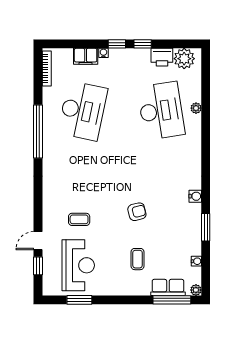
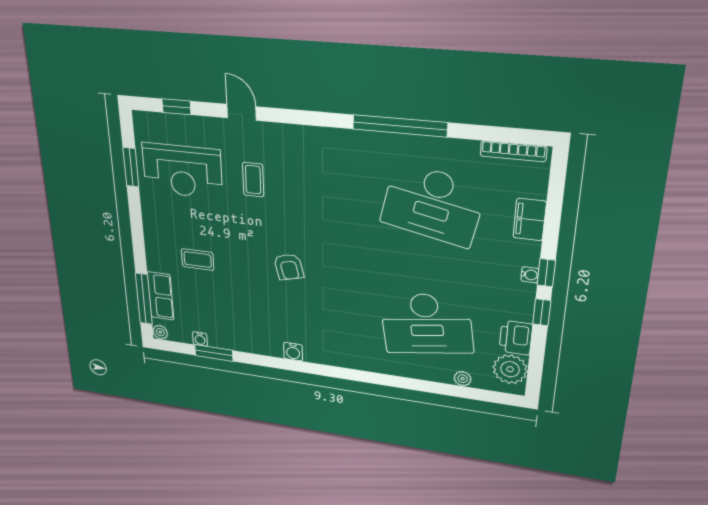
water cooler: (103, 53) -> (530, 275), moved
plant: (196, 108) -> (463, 379), moved
armchair: (137, 212) -> (289, 267), moved
window: (206, 227) -> (214, 353), moved
door: (38, 241) -> (242, 112), moved

